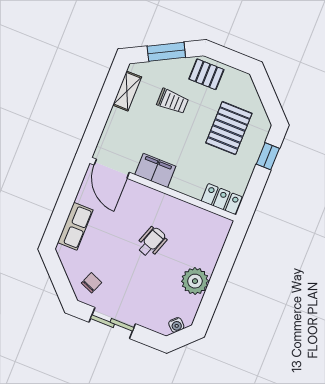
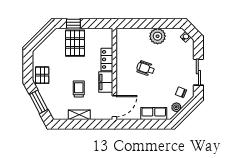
shelving: (127, 91) -> (79, 115), moved
trolley: (173, 101) -> (79, 89), moved
pallet: (229, 128) -> (75, 43), moved, turned 90
locker: (222, 199) -> (107, 59), moved
plant: (71, 266) -> (176, 107), added

